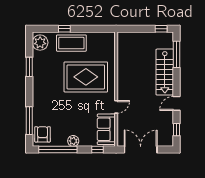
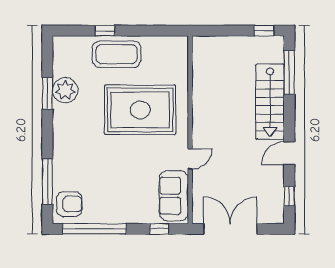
plant: (40, 43) -> (65, 90), moved
armchair: (43, 134) -> (69, 204), turned 90
plant: (73, 141) -> (120, 215), removed

